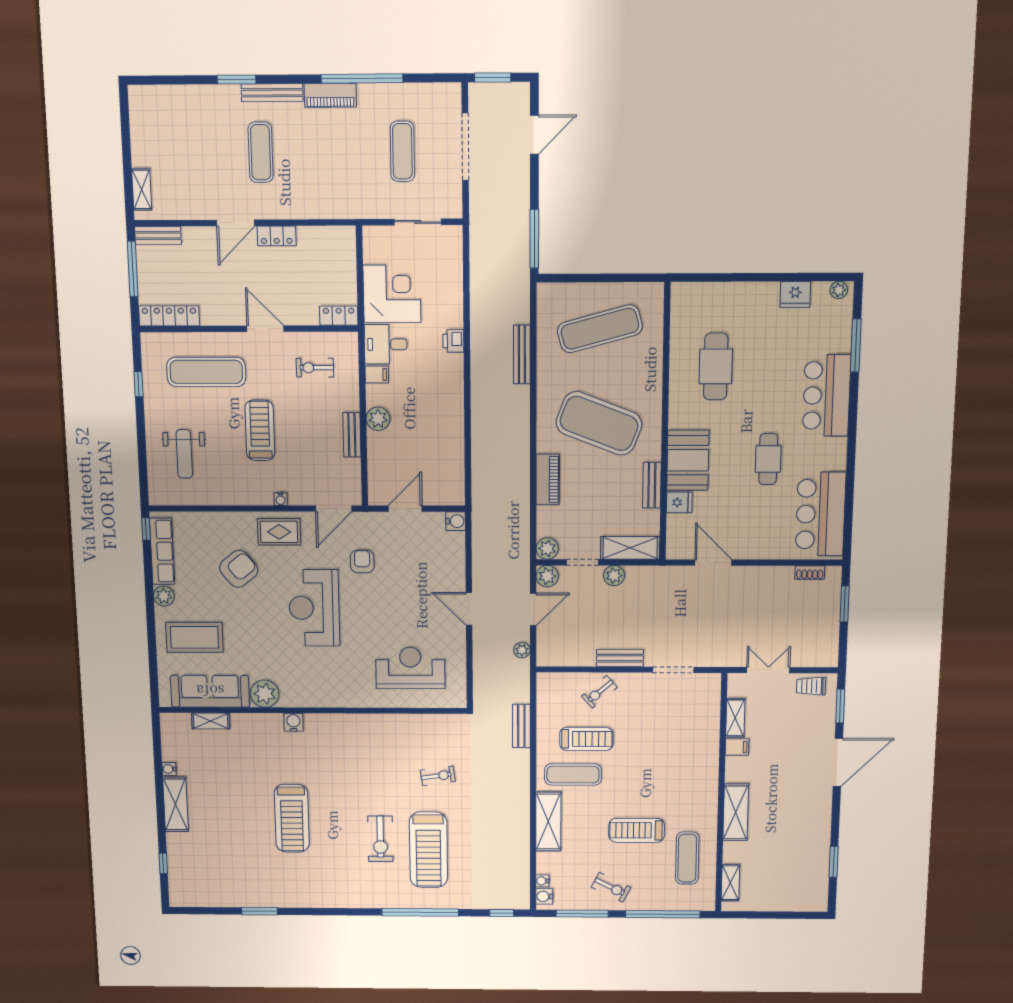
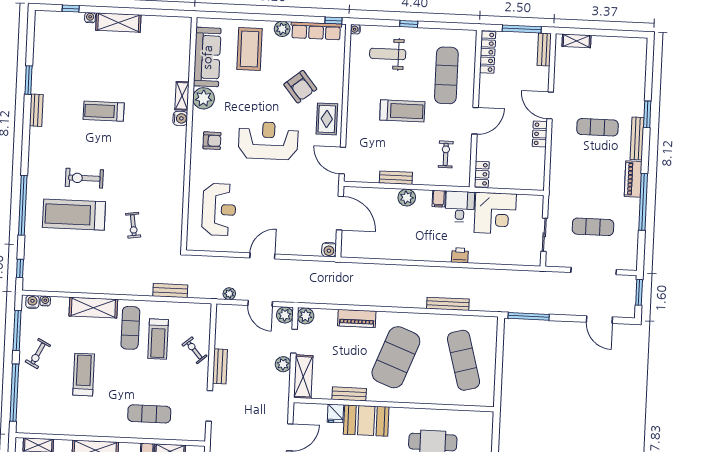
window: (139, 384) -> (409, 24), moved
water cooler: (281, 499) -> (355, 29), moved
door: (405, 509) -> (340, 213), width x1.36
armchair: (362, 561) -> (212, 141), moved
shelving: (211, 721) -> (182, 96), moved
water cooler: (169, 769) -> (90, 18), moved
treadmill: (292, 818) -> (104, 111), width x0.73, depth x0.73
exercise mat: (687, 858) -> (149, 414), moved
bench: (297, 900) -> (36, 110), added

